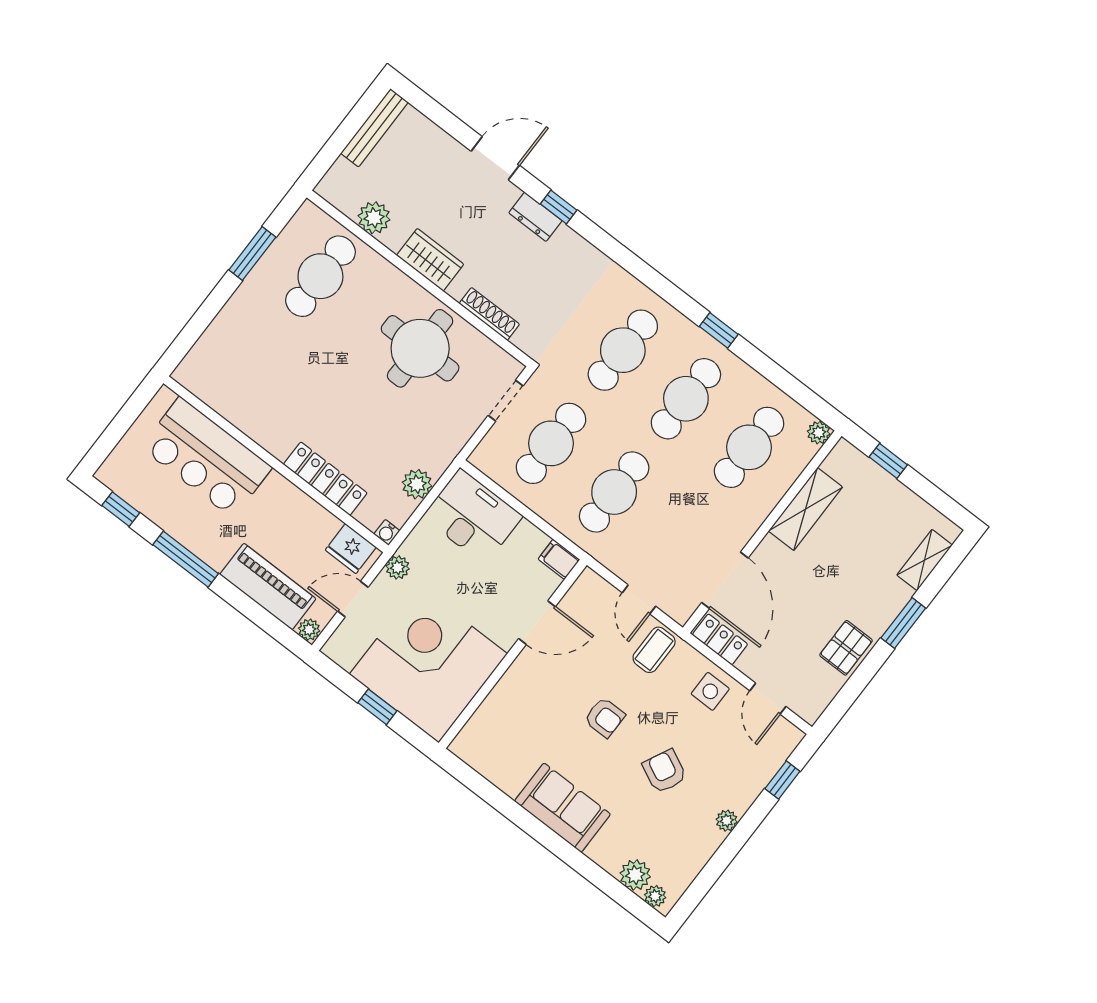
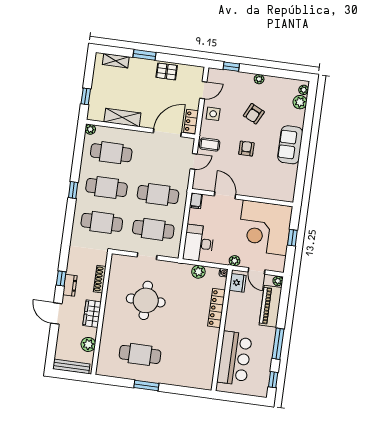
plant: (374, 218) -> (88, 344), moved
wardrobe: (430, 260) -> (92, 314), moved
wall: (419, 278) -> (102, 314), moved
shoe rack: (489, 314) -> (100, 279), moved

